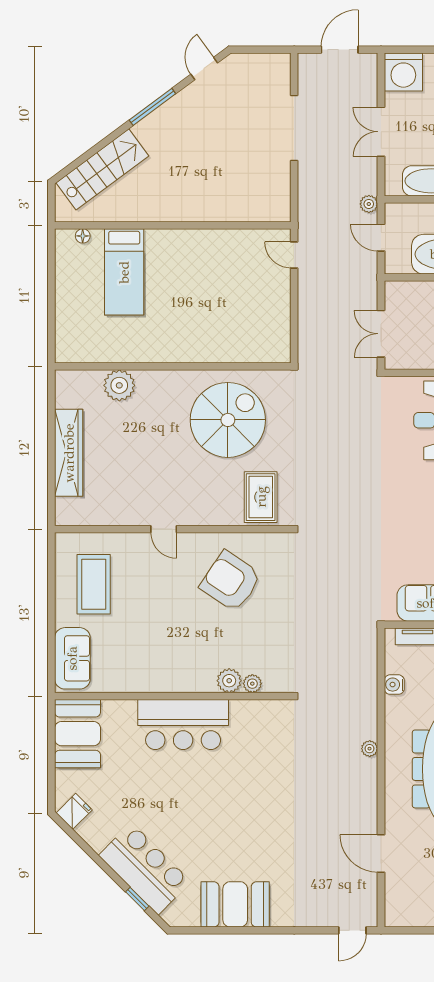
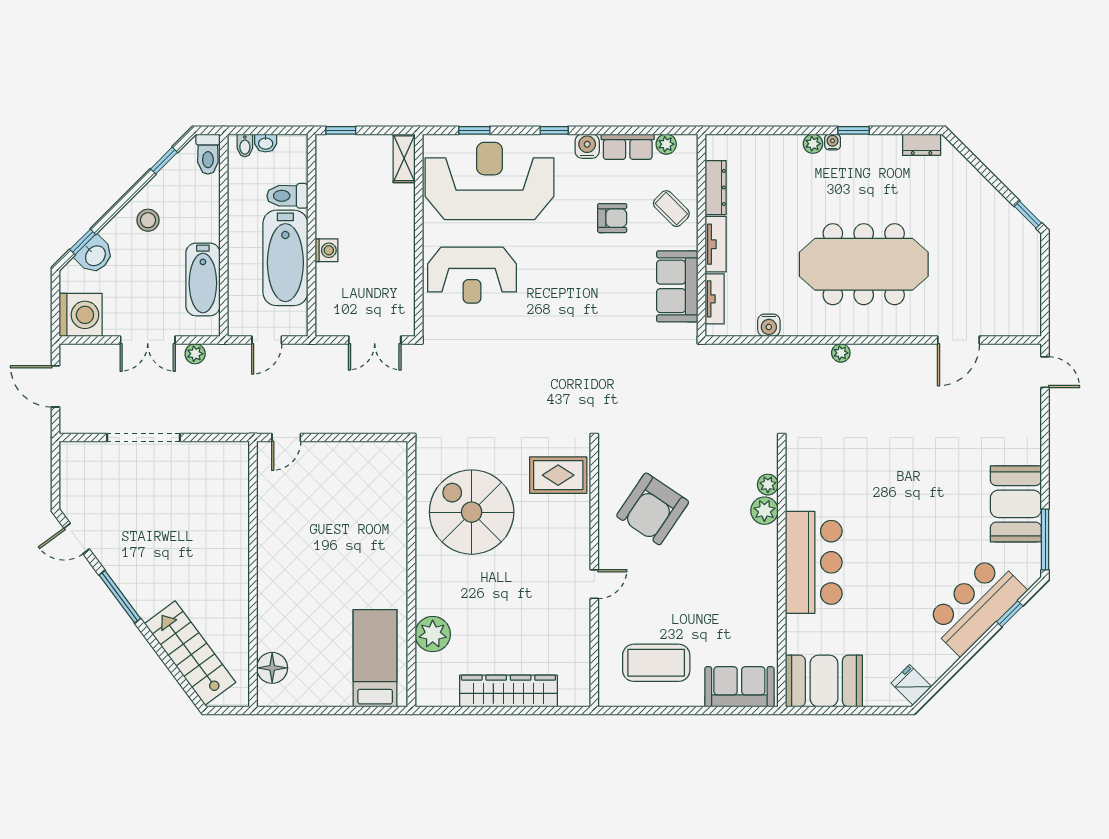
plant: (369, 204) -> (195, 354), moved
floor lamp: (83, 236) -> (272, 668), width x1.89, depth x1.89
bed: (124, 272) -> (375, 658), moved, turned -90
window: (203, 930) -> (1045, 539), added

